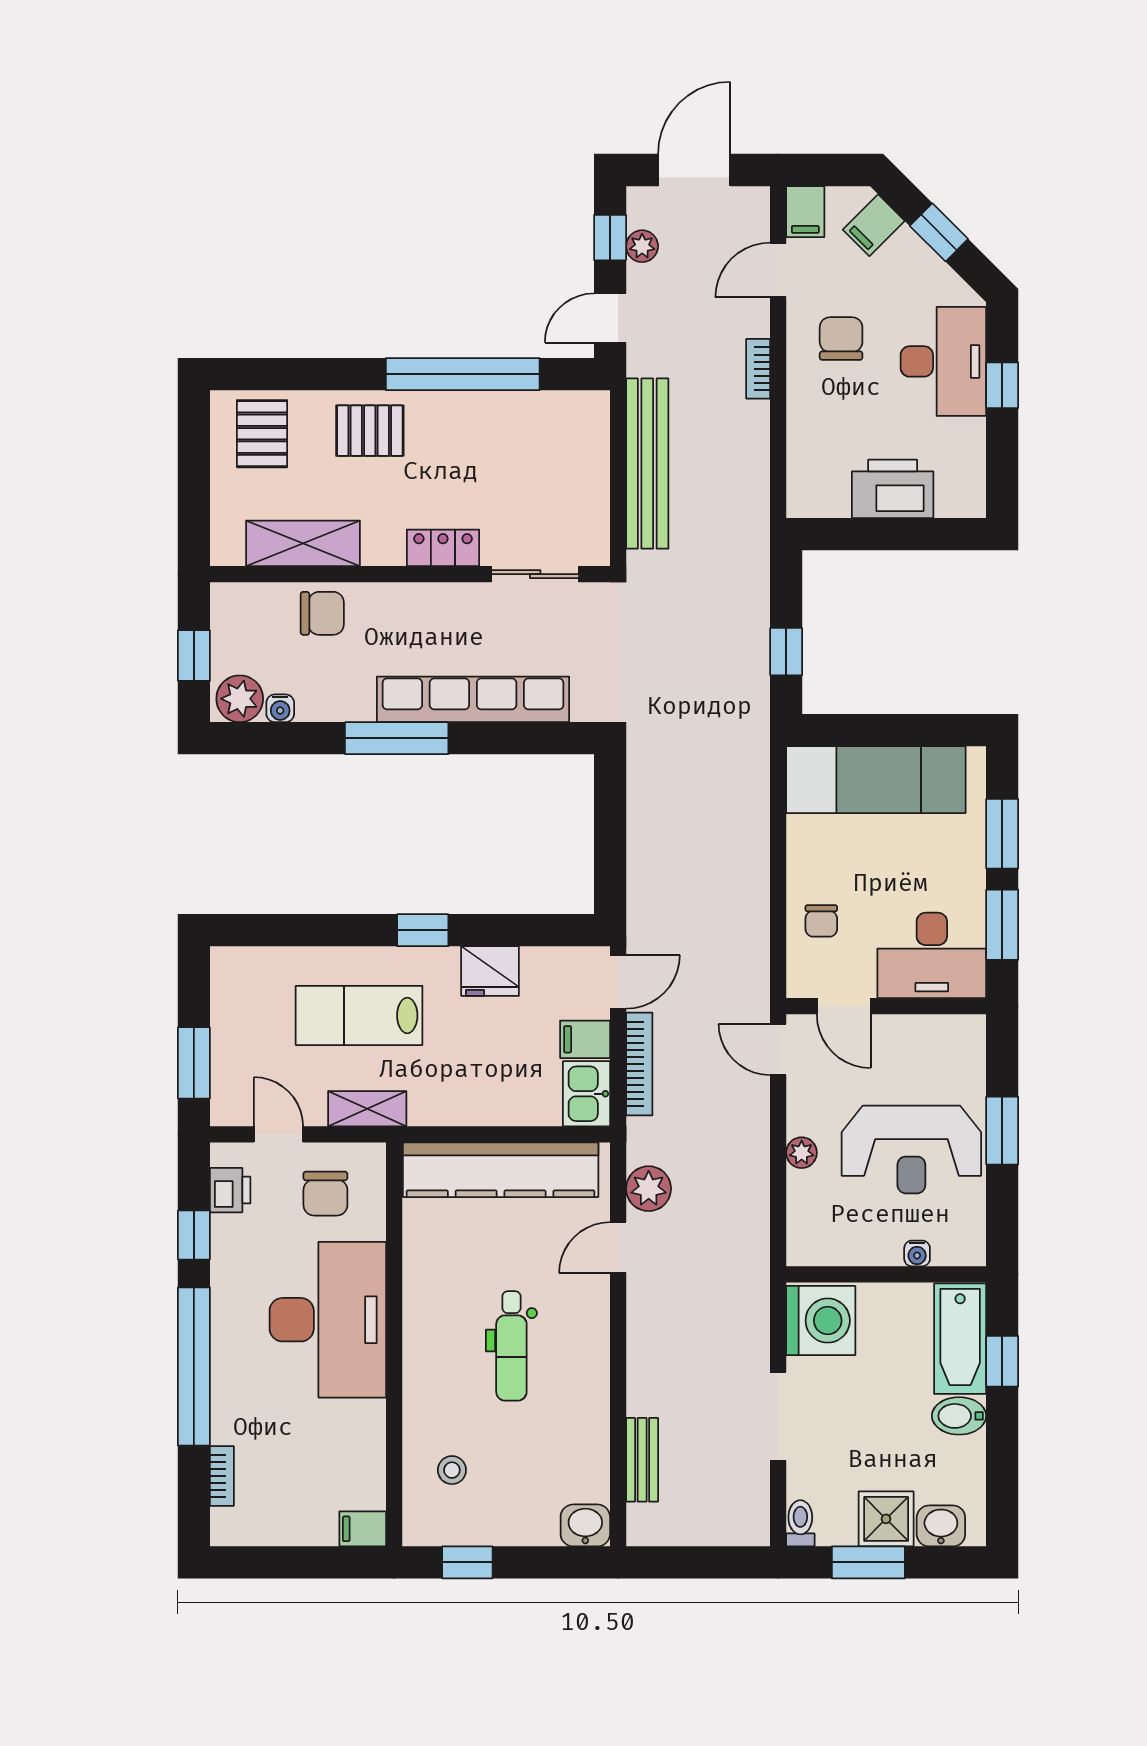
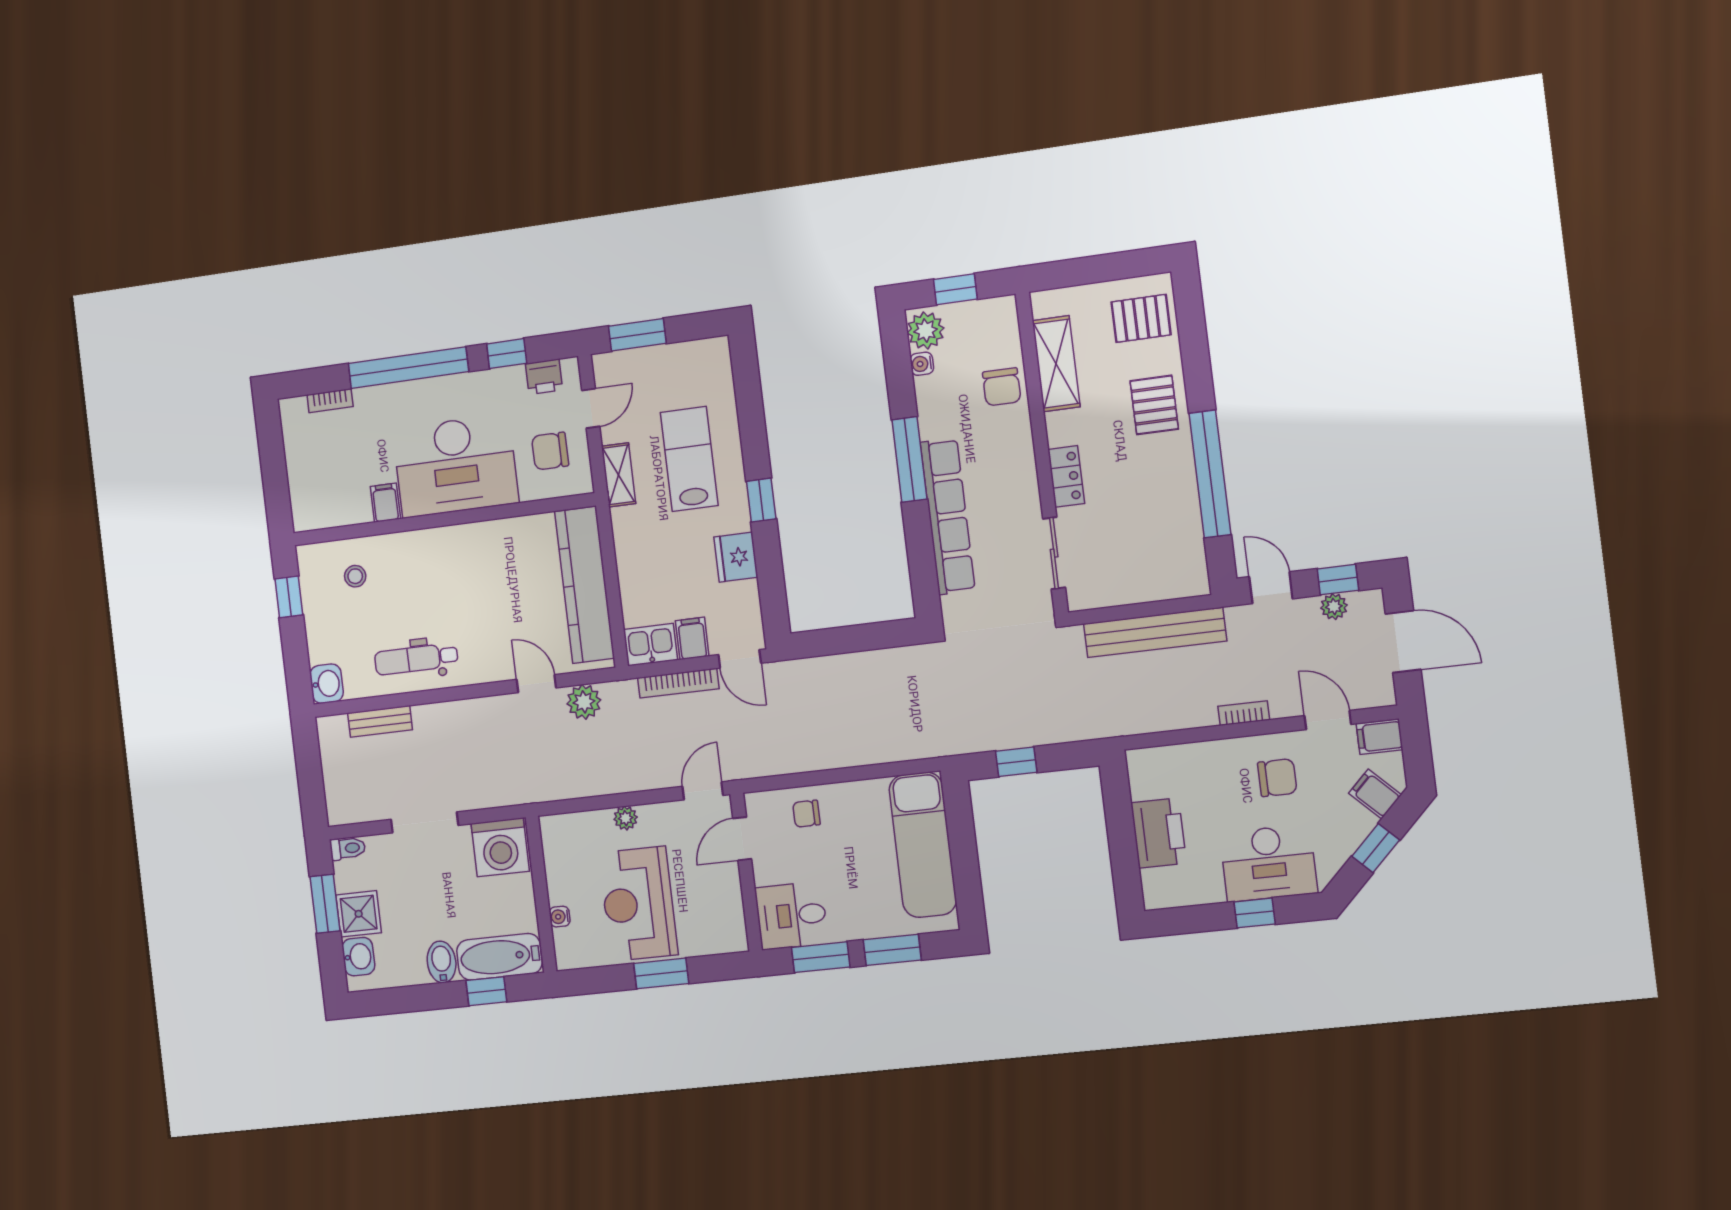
desk: (932, 955) -> (791, 916), width x0.73
dental chair: (511, 1346) -> (416, 659), moved
filing cabinet: (363, 1529) -> (385, 503), moved

